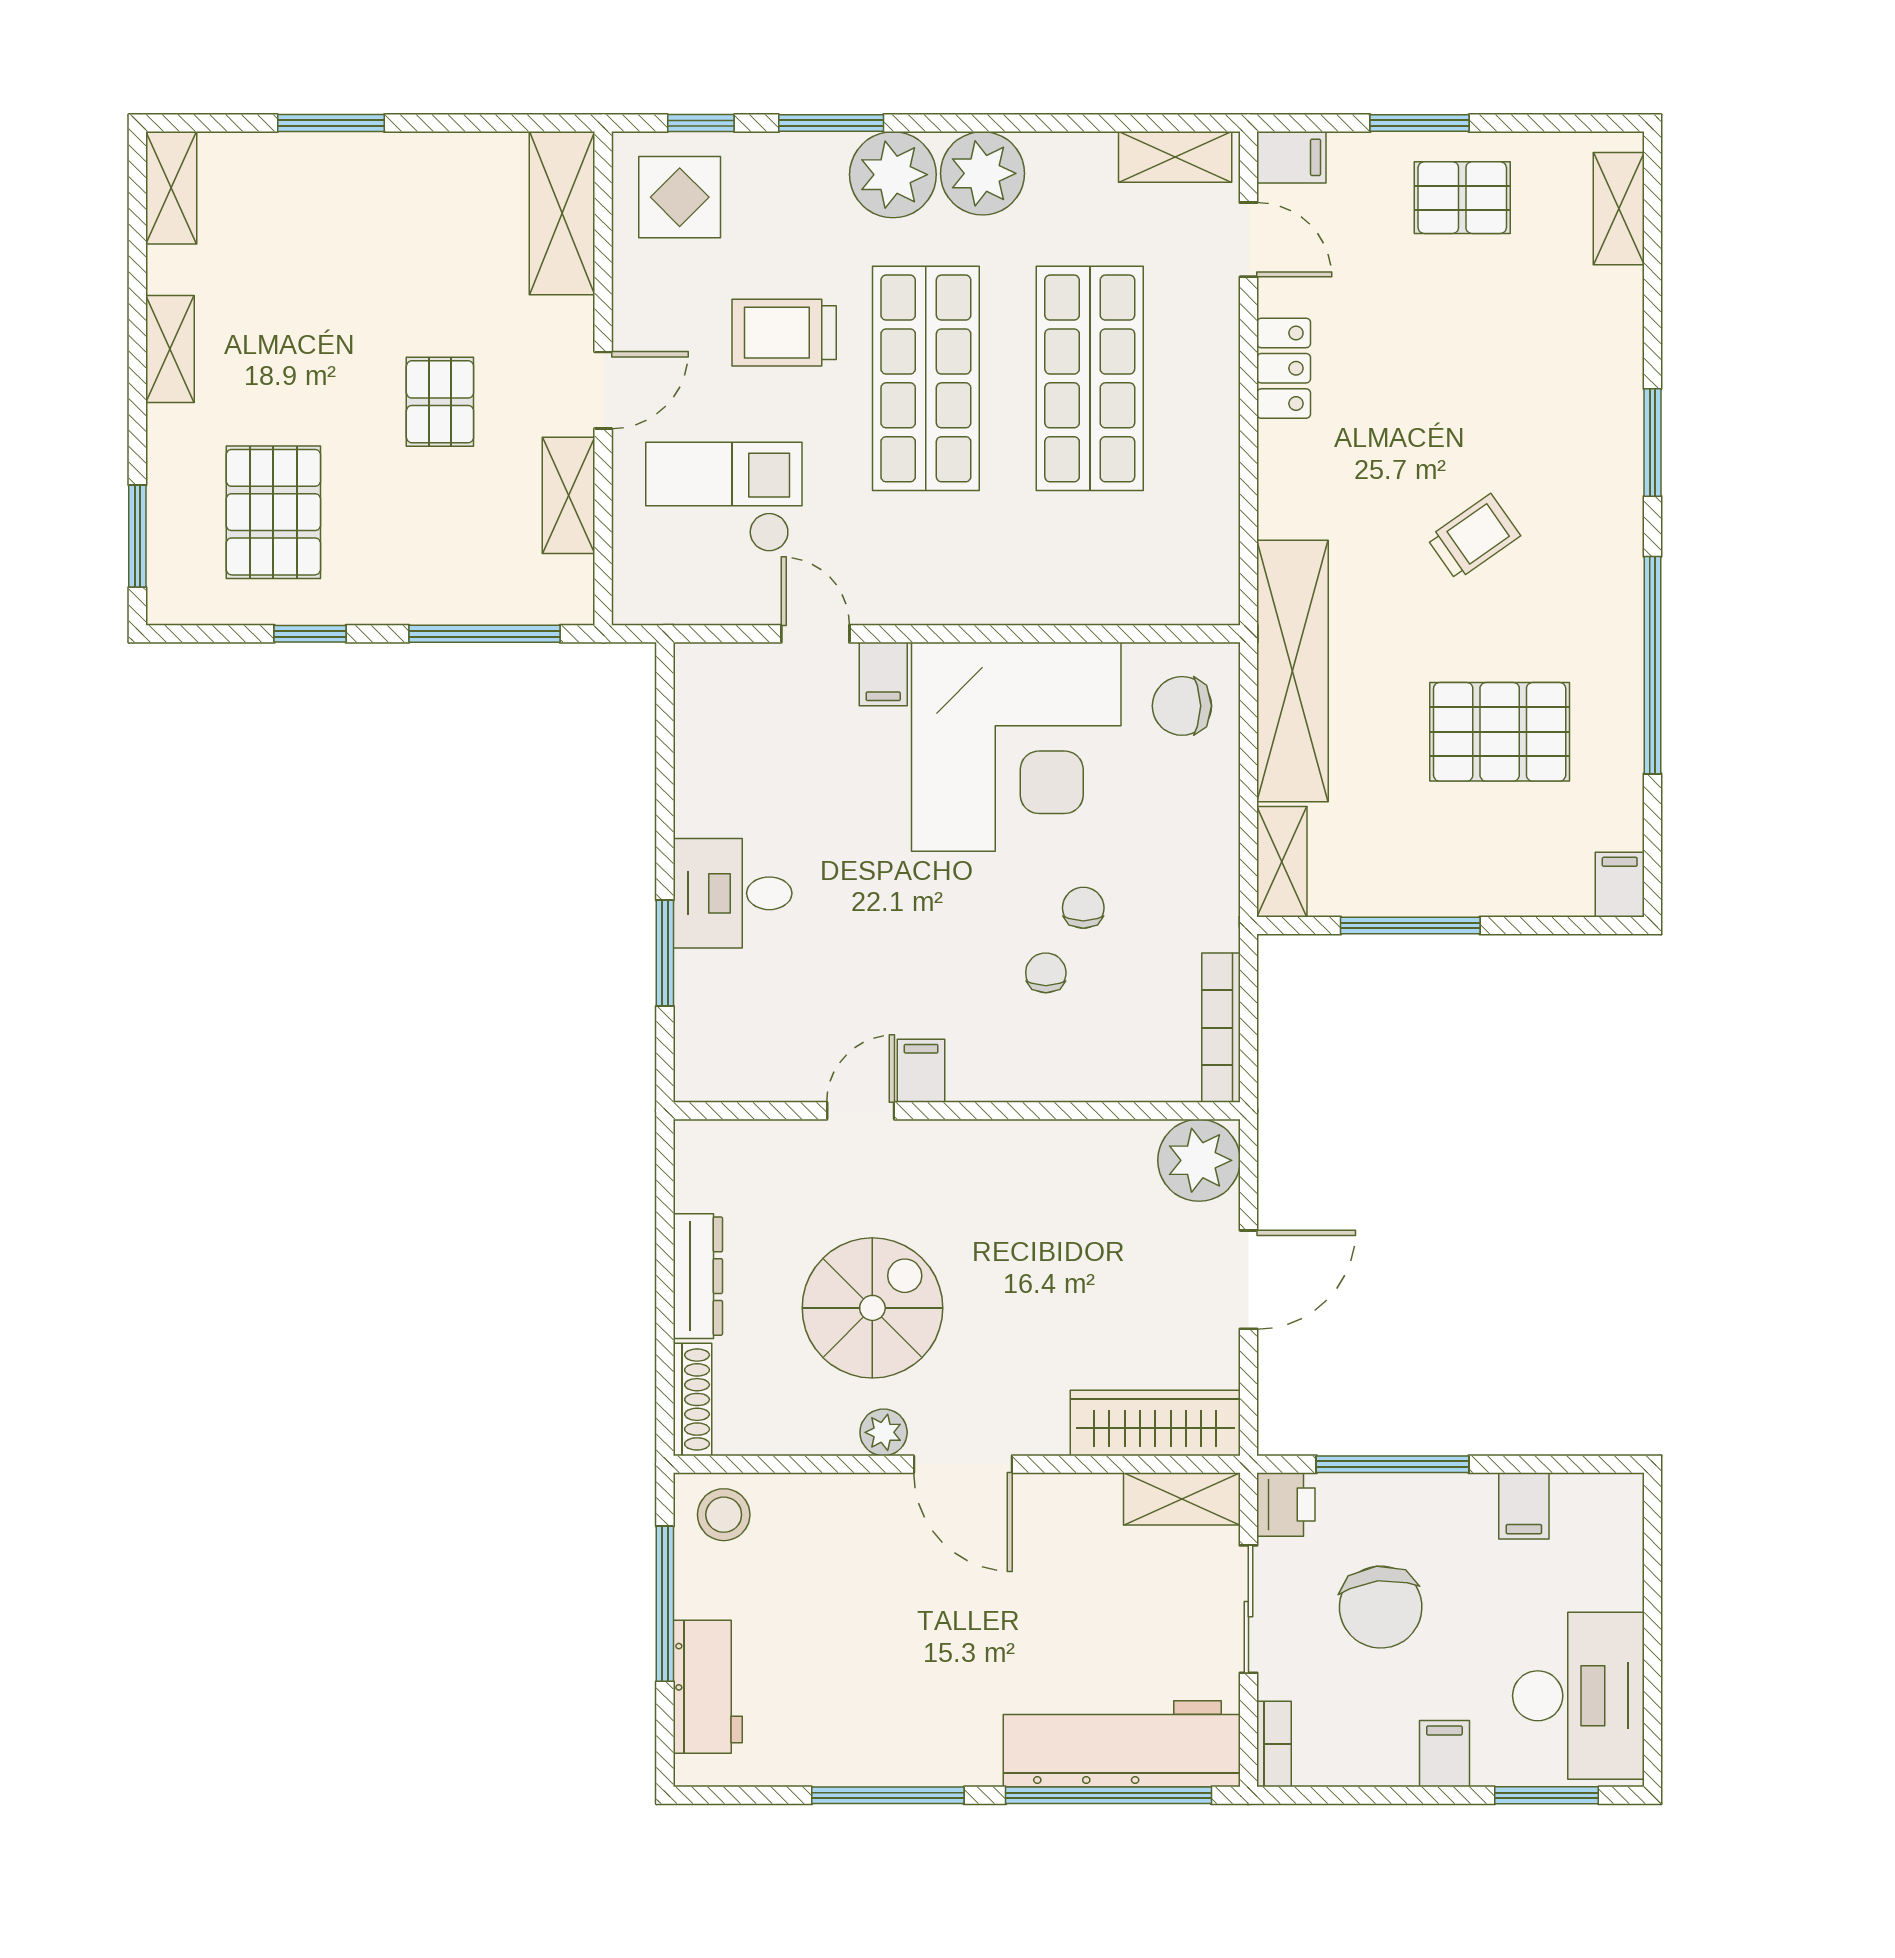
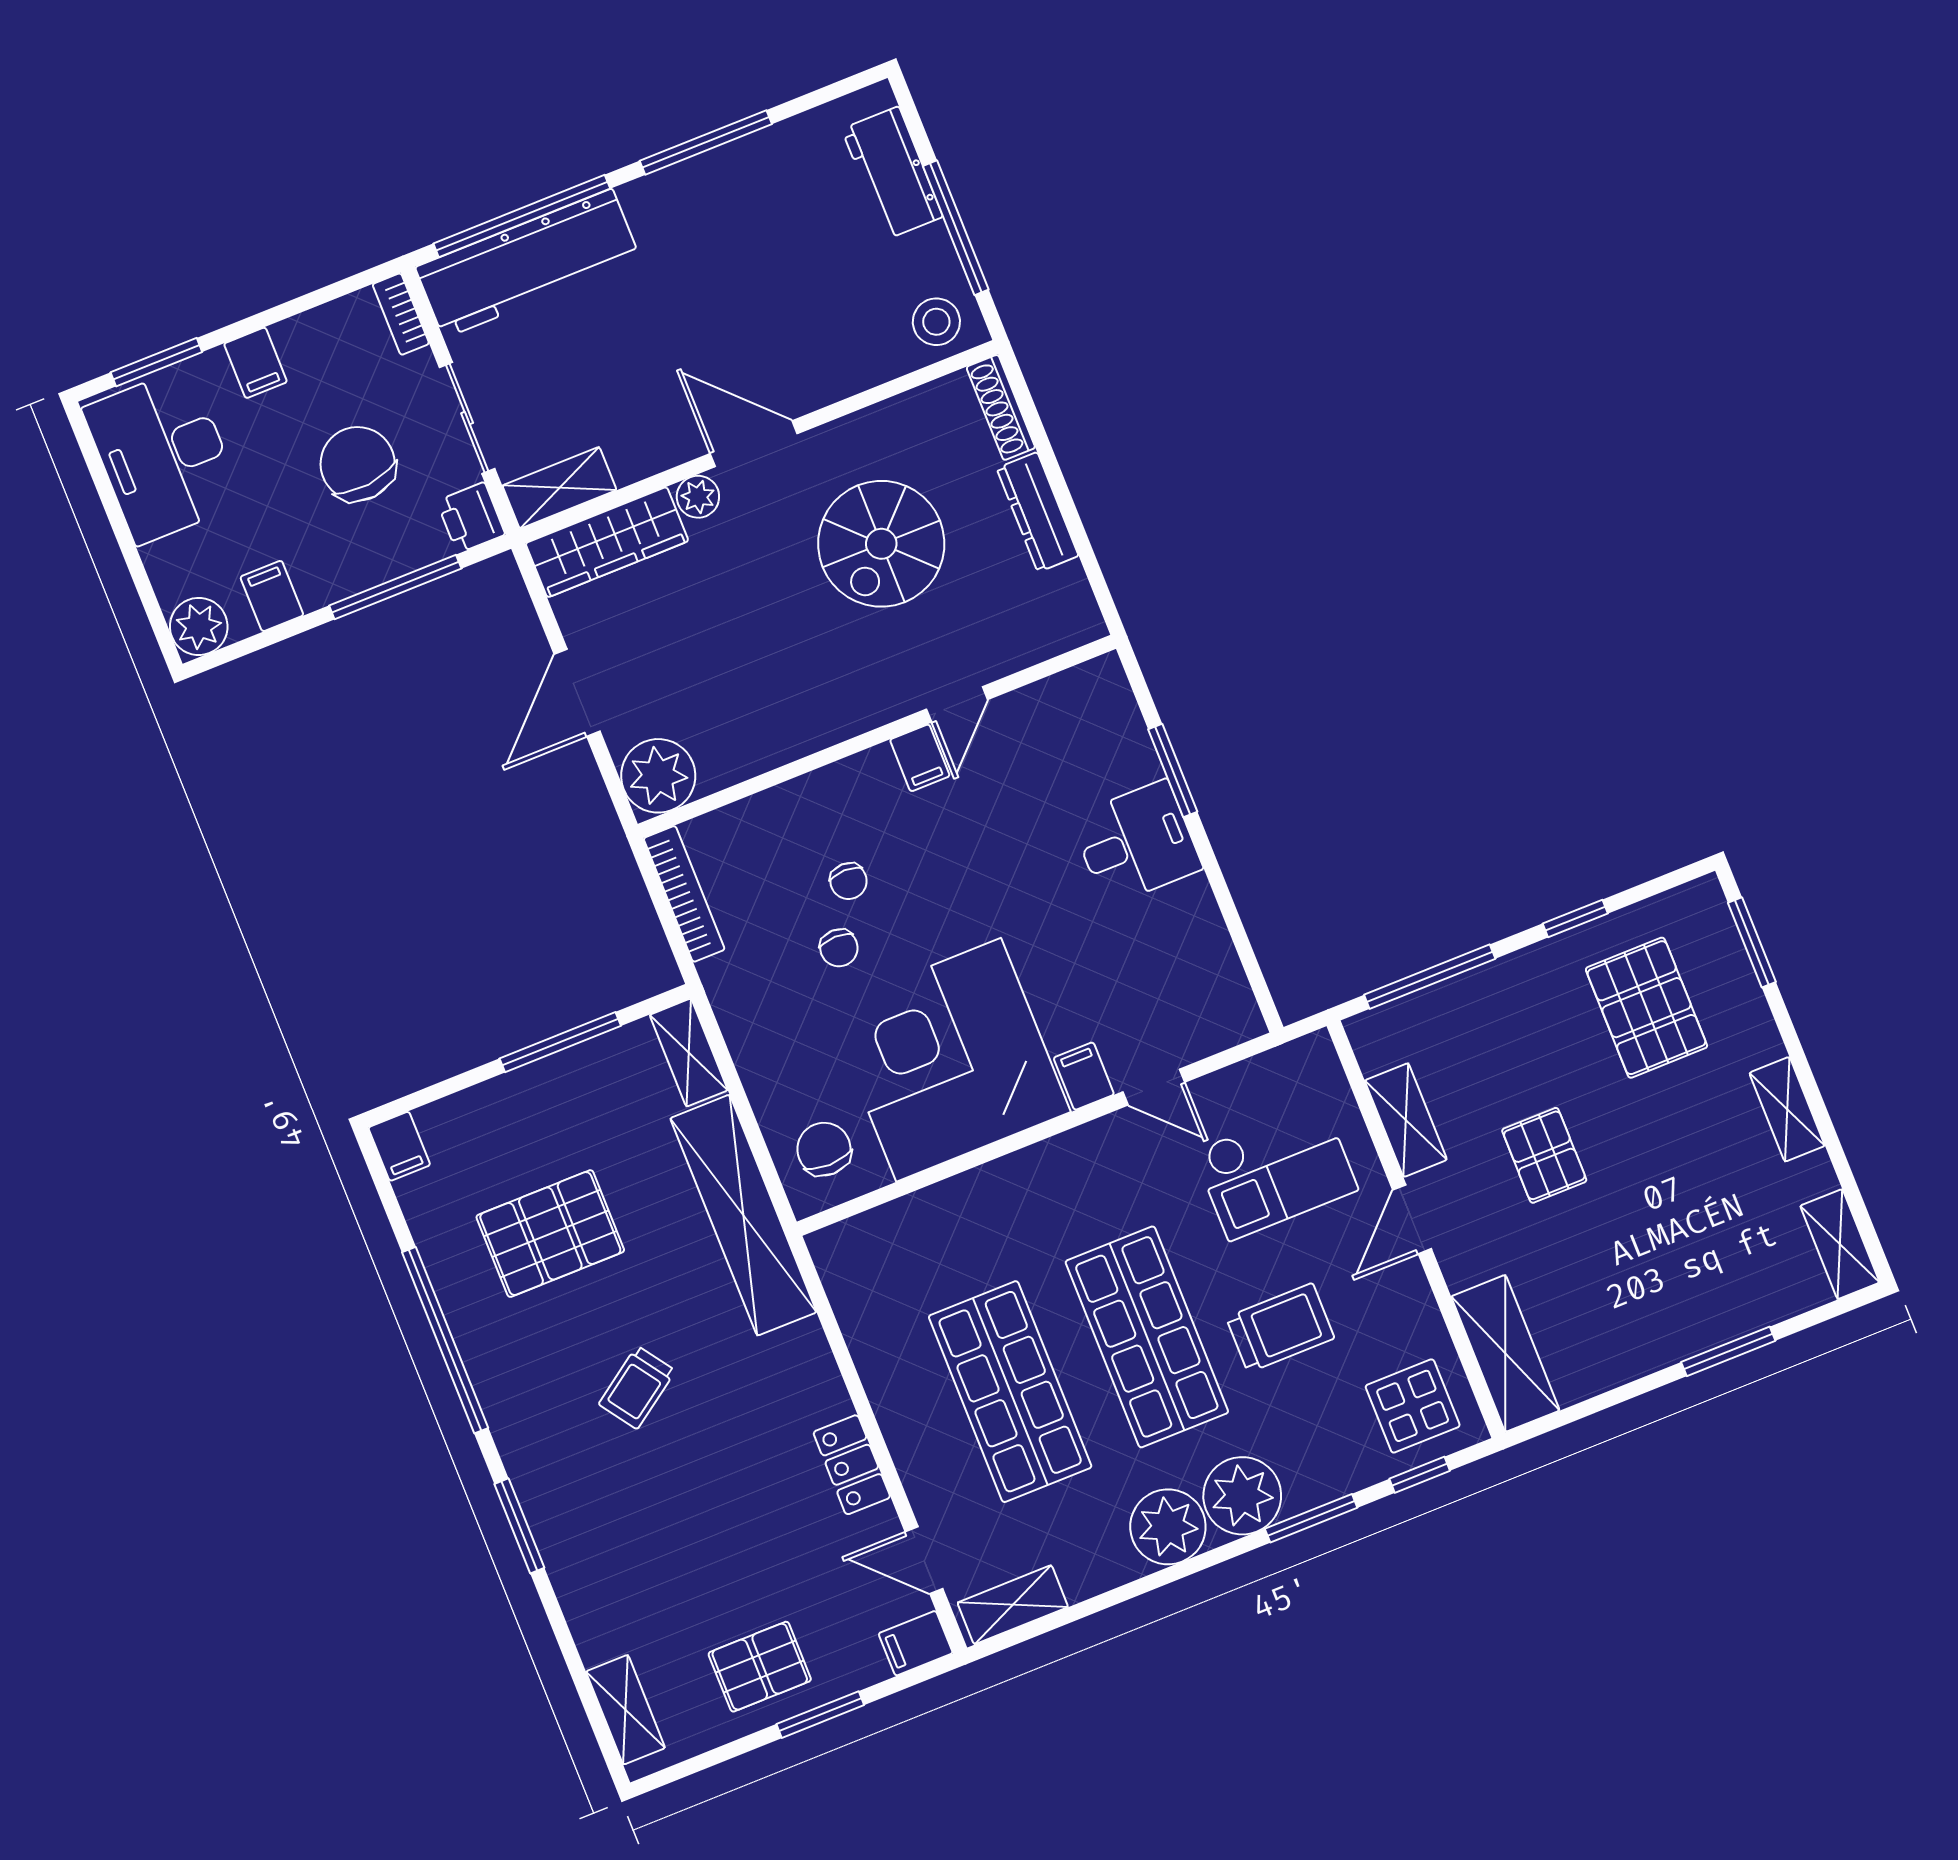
chair: (1182, 706) -> (824, 1149), turned -90
plant: (884, 1432) -> (698, 497), moved
plant: (1612, 1505) -> (199, 626), added

